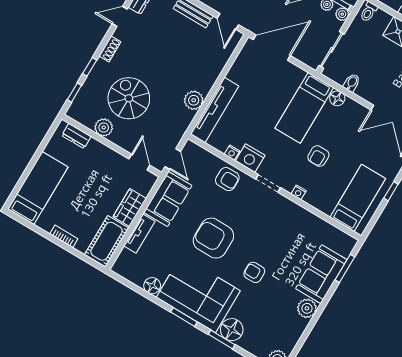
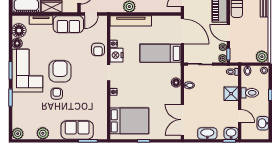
bed: (304, 108) -> (160, 53), moved
armchair: (318, 156) -> (139, 91), removed
bed: (358, 198) -> (129, 121), width x1.50
armchair: (213, 238) -> (60, 71), moved
plant: (307, 308) -> (43, 133), moved
floor lamp: (232, 330) -> (19, 31), moved

